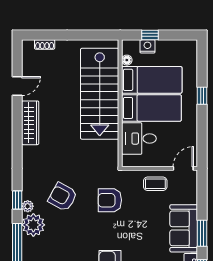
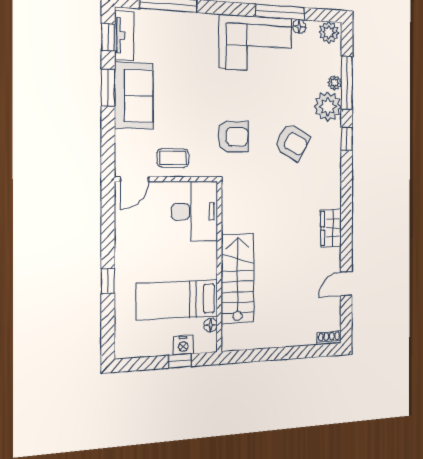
shoe rack: (45, 44) -> (329, 338), moved
stairs: (100, 94) -> (238, 278), width x0.73, depth x0.66
bed: (151, 108) -> (178, 262), removed
wardrobe: (30, 123) -> (331, 228), width x0.67
desk: (139, 139) -> (195, 212), width x1.37
plant: (28, 206) -> (335, 83), moved

